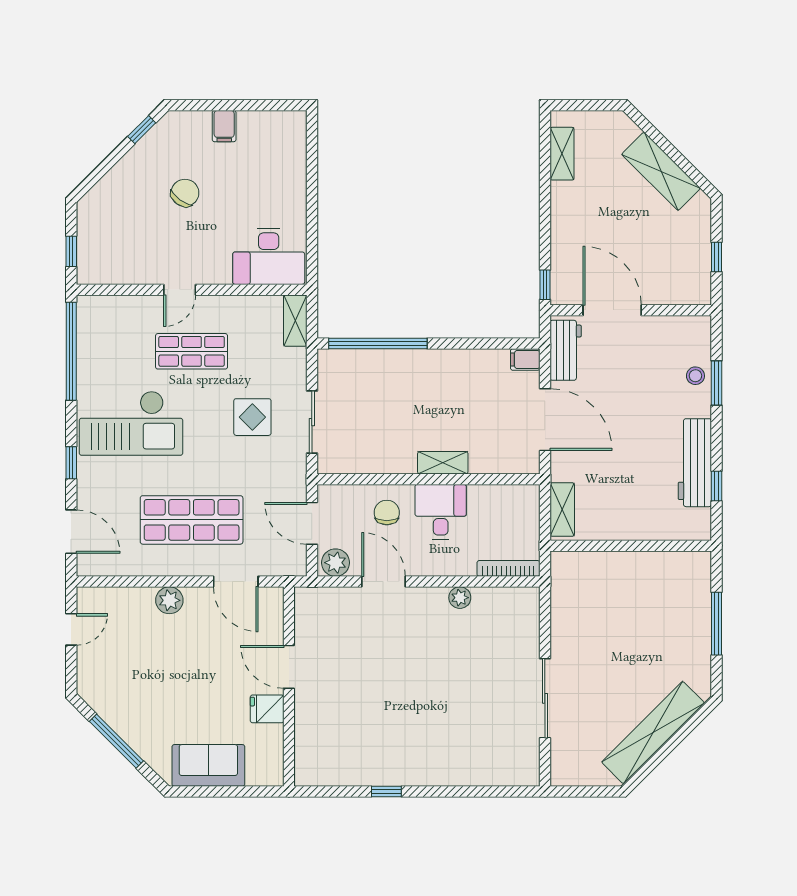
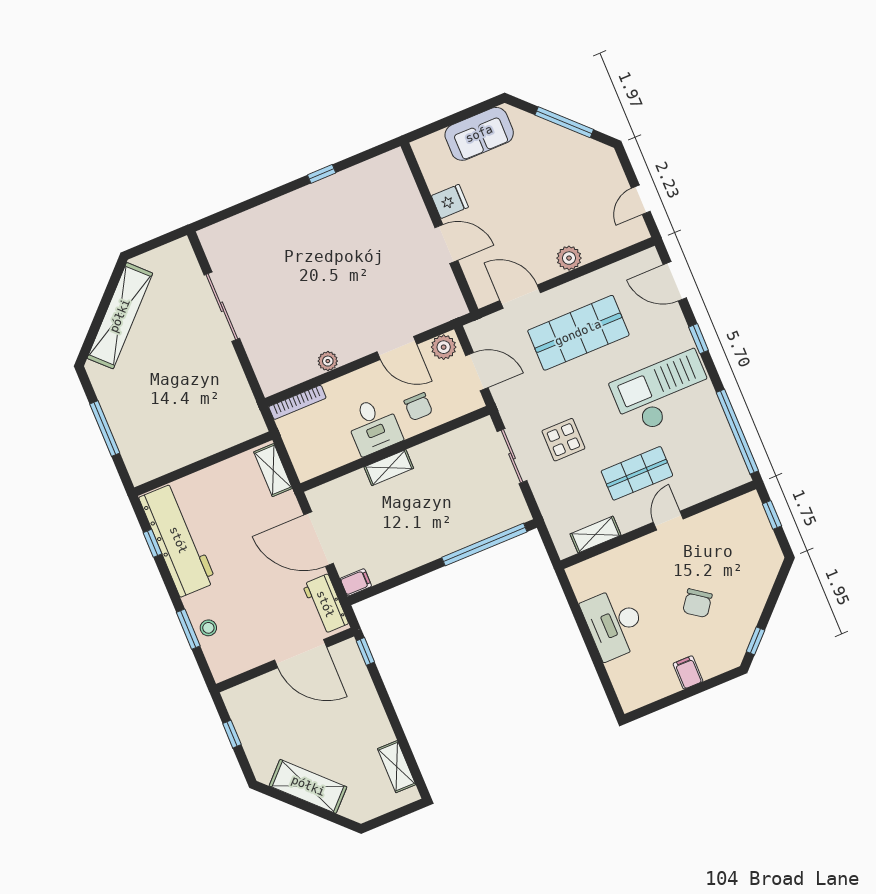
desk: (269, 256) -> (614, 624), moved, turned -90
shelving: (295, 321) -> (595, 535), moved, turned 90
workbench: (695, 463) -> (178, 540), width x1.36, depth x1.32

